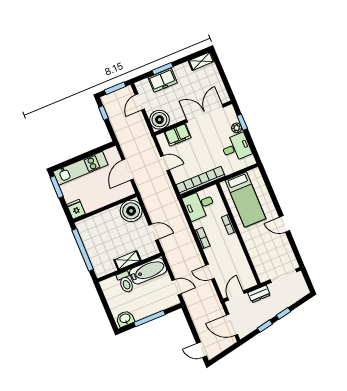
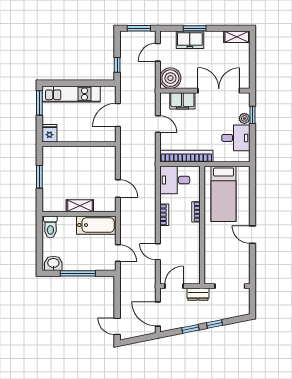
window: (104, 113) -> (117, 65), moved
boiler: (131, 211) -> (104, 158), removed
window: (83, 250) -> (39, 177), width x0.47
toilet: (125, 282) -> (50, 227), moved

